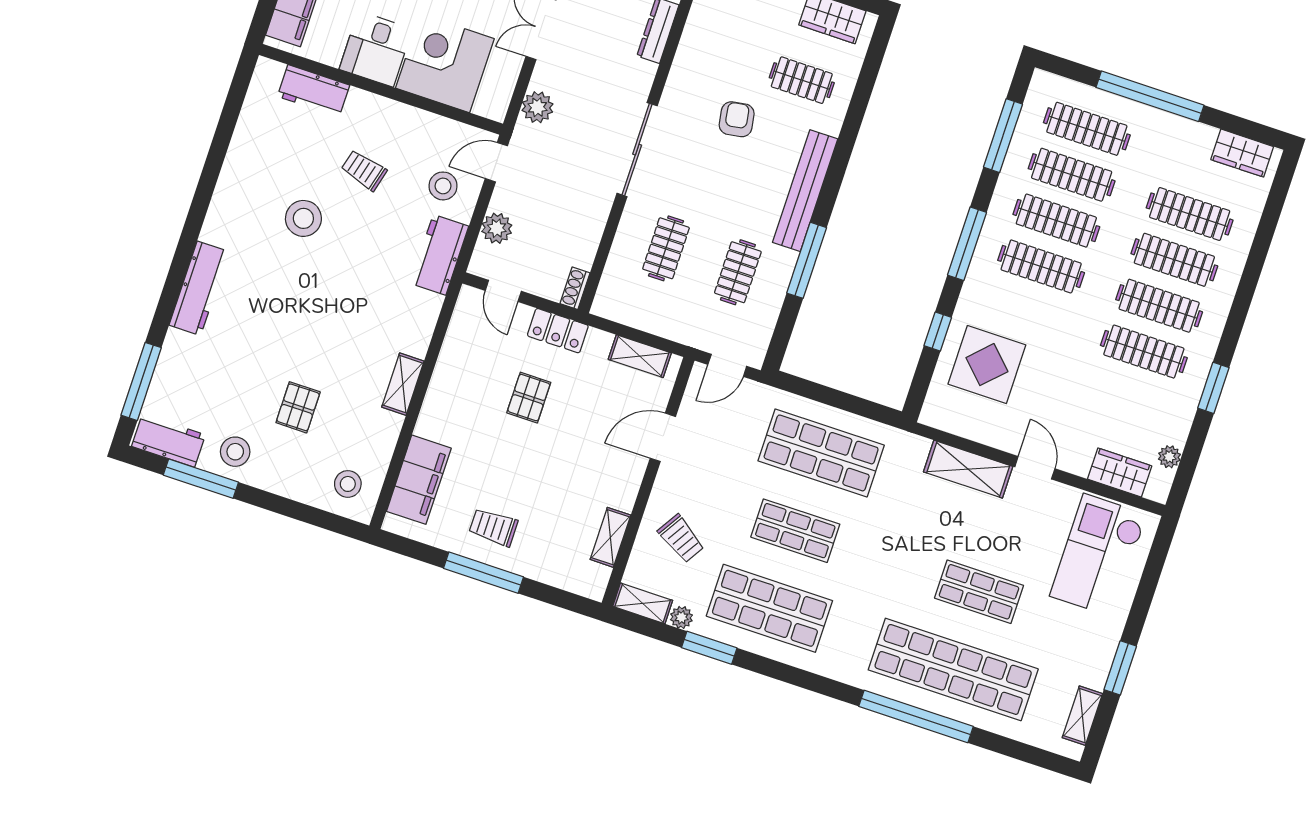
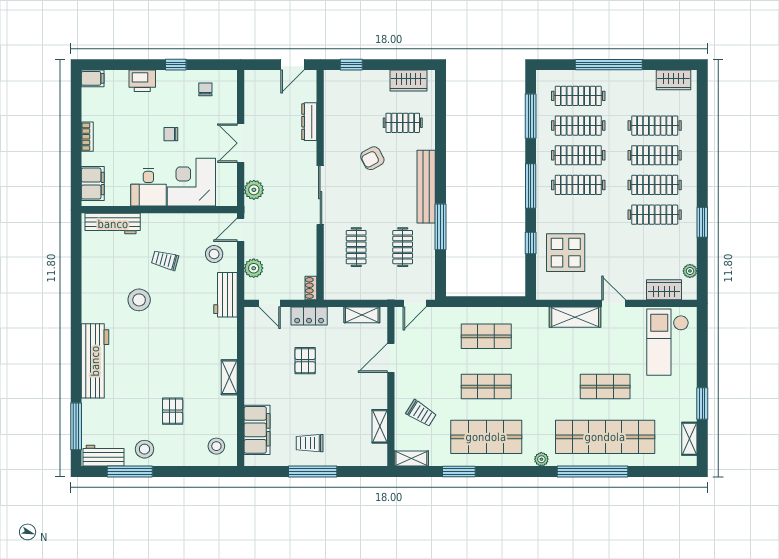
workbench: (314, 91) -> (113, 224), width x1.38
armchair: (737, 119) -> (372, 158), turned -109
workbench: (199, 288) -> (95, 361), width x1.36, depth x1.32
shop shelf: (821, 453) -> (486, 336), width x0.70, depth x0.74
plant: (681, 617) -> (541, 459), moved

